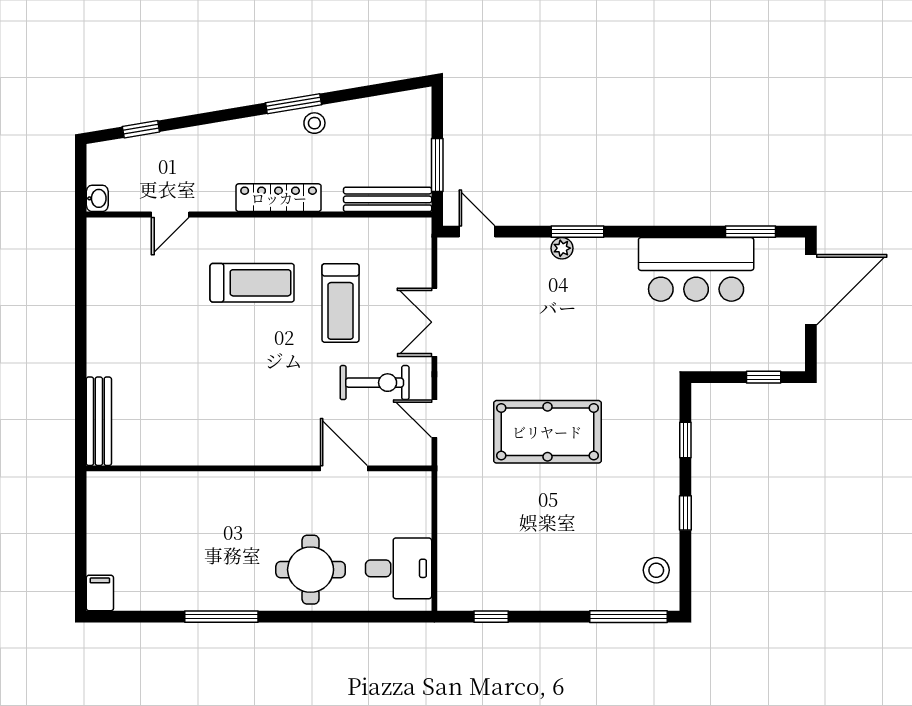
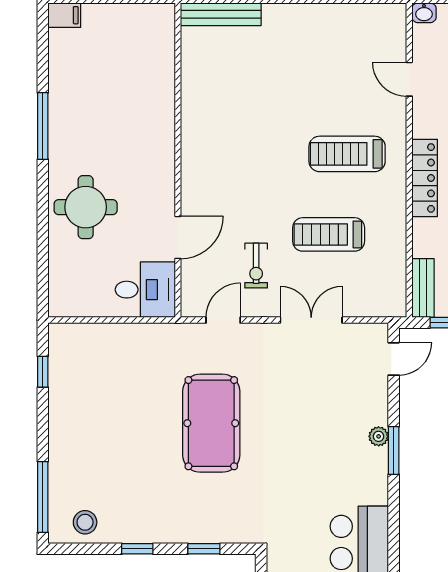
bench: (388, 199) -> (423, 288), width x0.73
treadmill: (252, 283) -> (347, 154), turned 90
exercise bike: (375, 383) -> (256, 266), width x0.73, depth x0.72
desk: (399, 568) -> (145, 290), moved, turned -90

